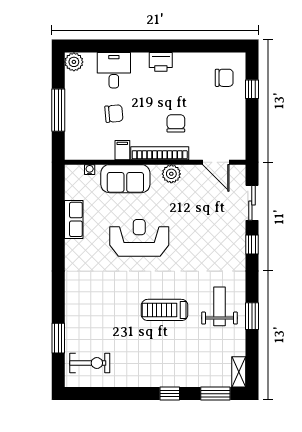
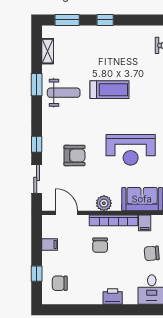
filing cabinet: (236, 124) -> (50, 244), added
armchair: (207, 231) -> (74, 155), added
weight bench: (220, 306) -> (64, 93), turned -90
shelving: (239, 372) -> (48, 51), moved

